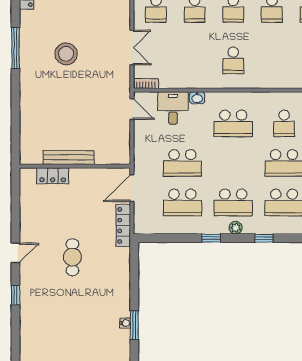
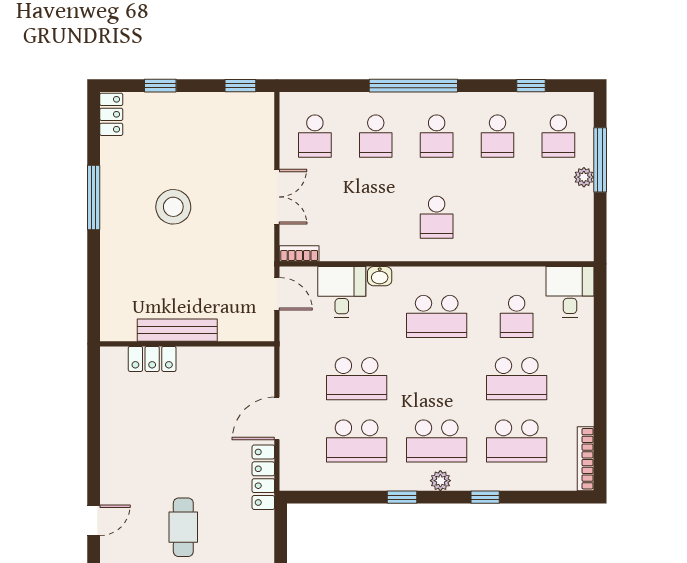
bench: (69, 157) -> (177, 330), moved
wall: (75, 166) -> (187, 344), moved
locker: (53, 176) -> (152, 359), moved

